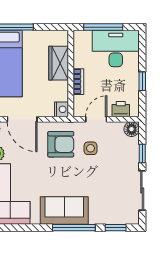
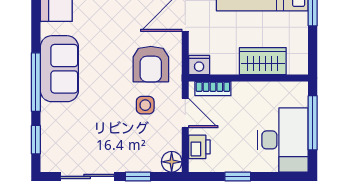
bookcase: (78, 82) -> (213, 88), moved

